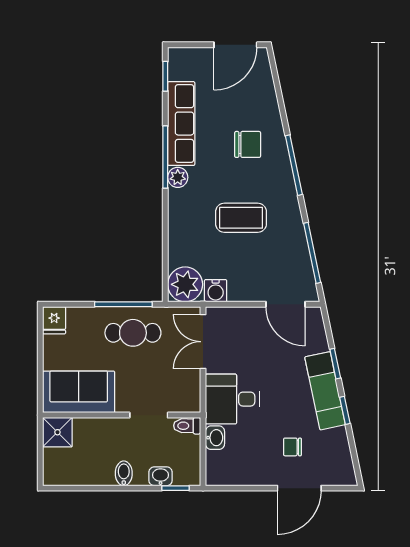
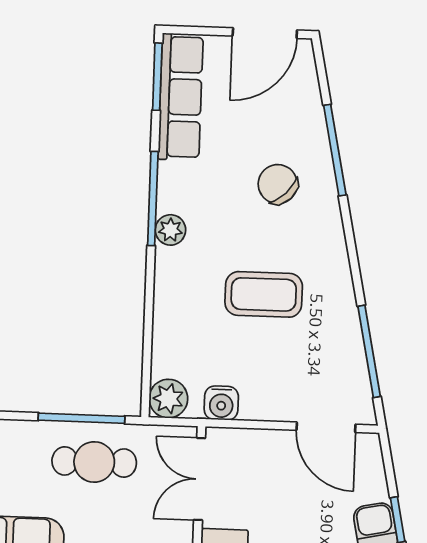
window: (165, 76) -> (157, 77), width x1.50
row of seats: (181, 124) -> (181, 97), moved
chair: (248, 144) -> (278, 184), turned -135
window: (294, 165) -> (335, 150), moved
plant: (185, 284) -> (168, 399), width x0.73, depth x0.73

